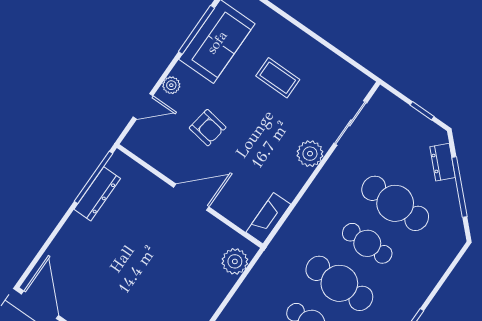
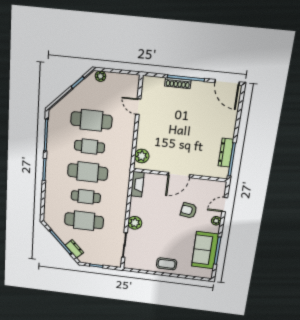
coffee table: (278, 78) -> (167, 264), moved

